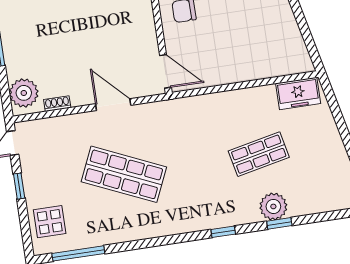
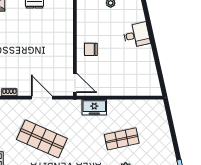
freezer: (298, 93) -> (94, 107), moved

